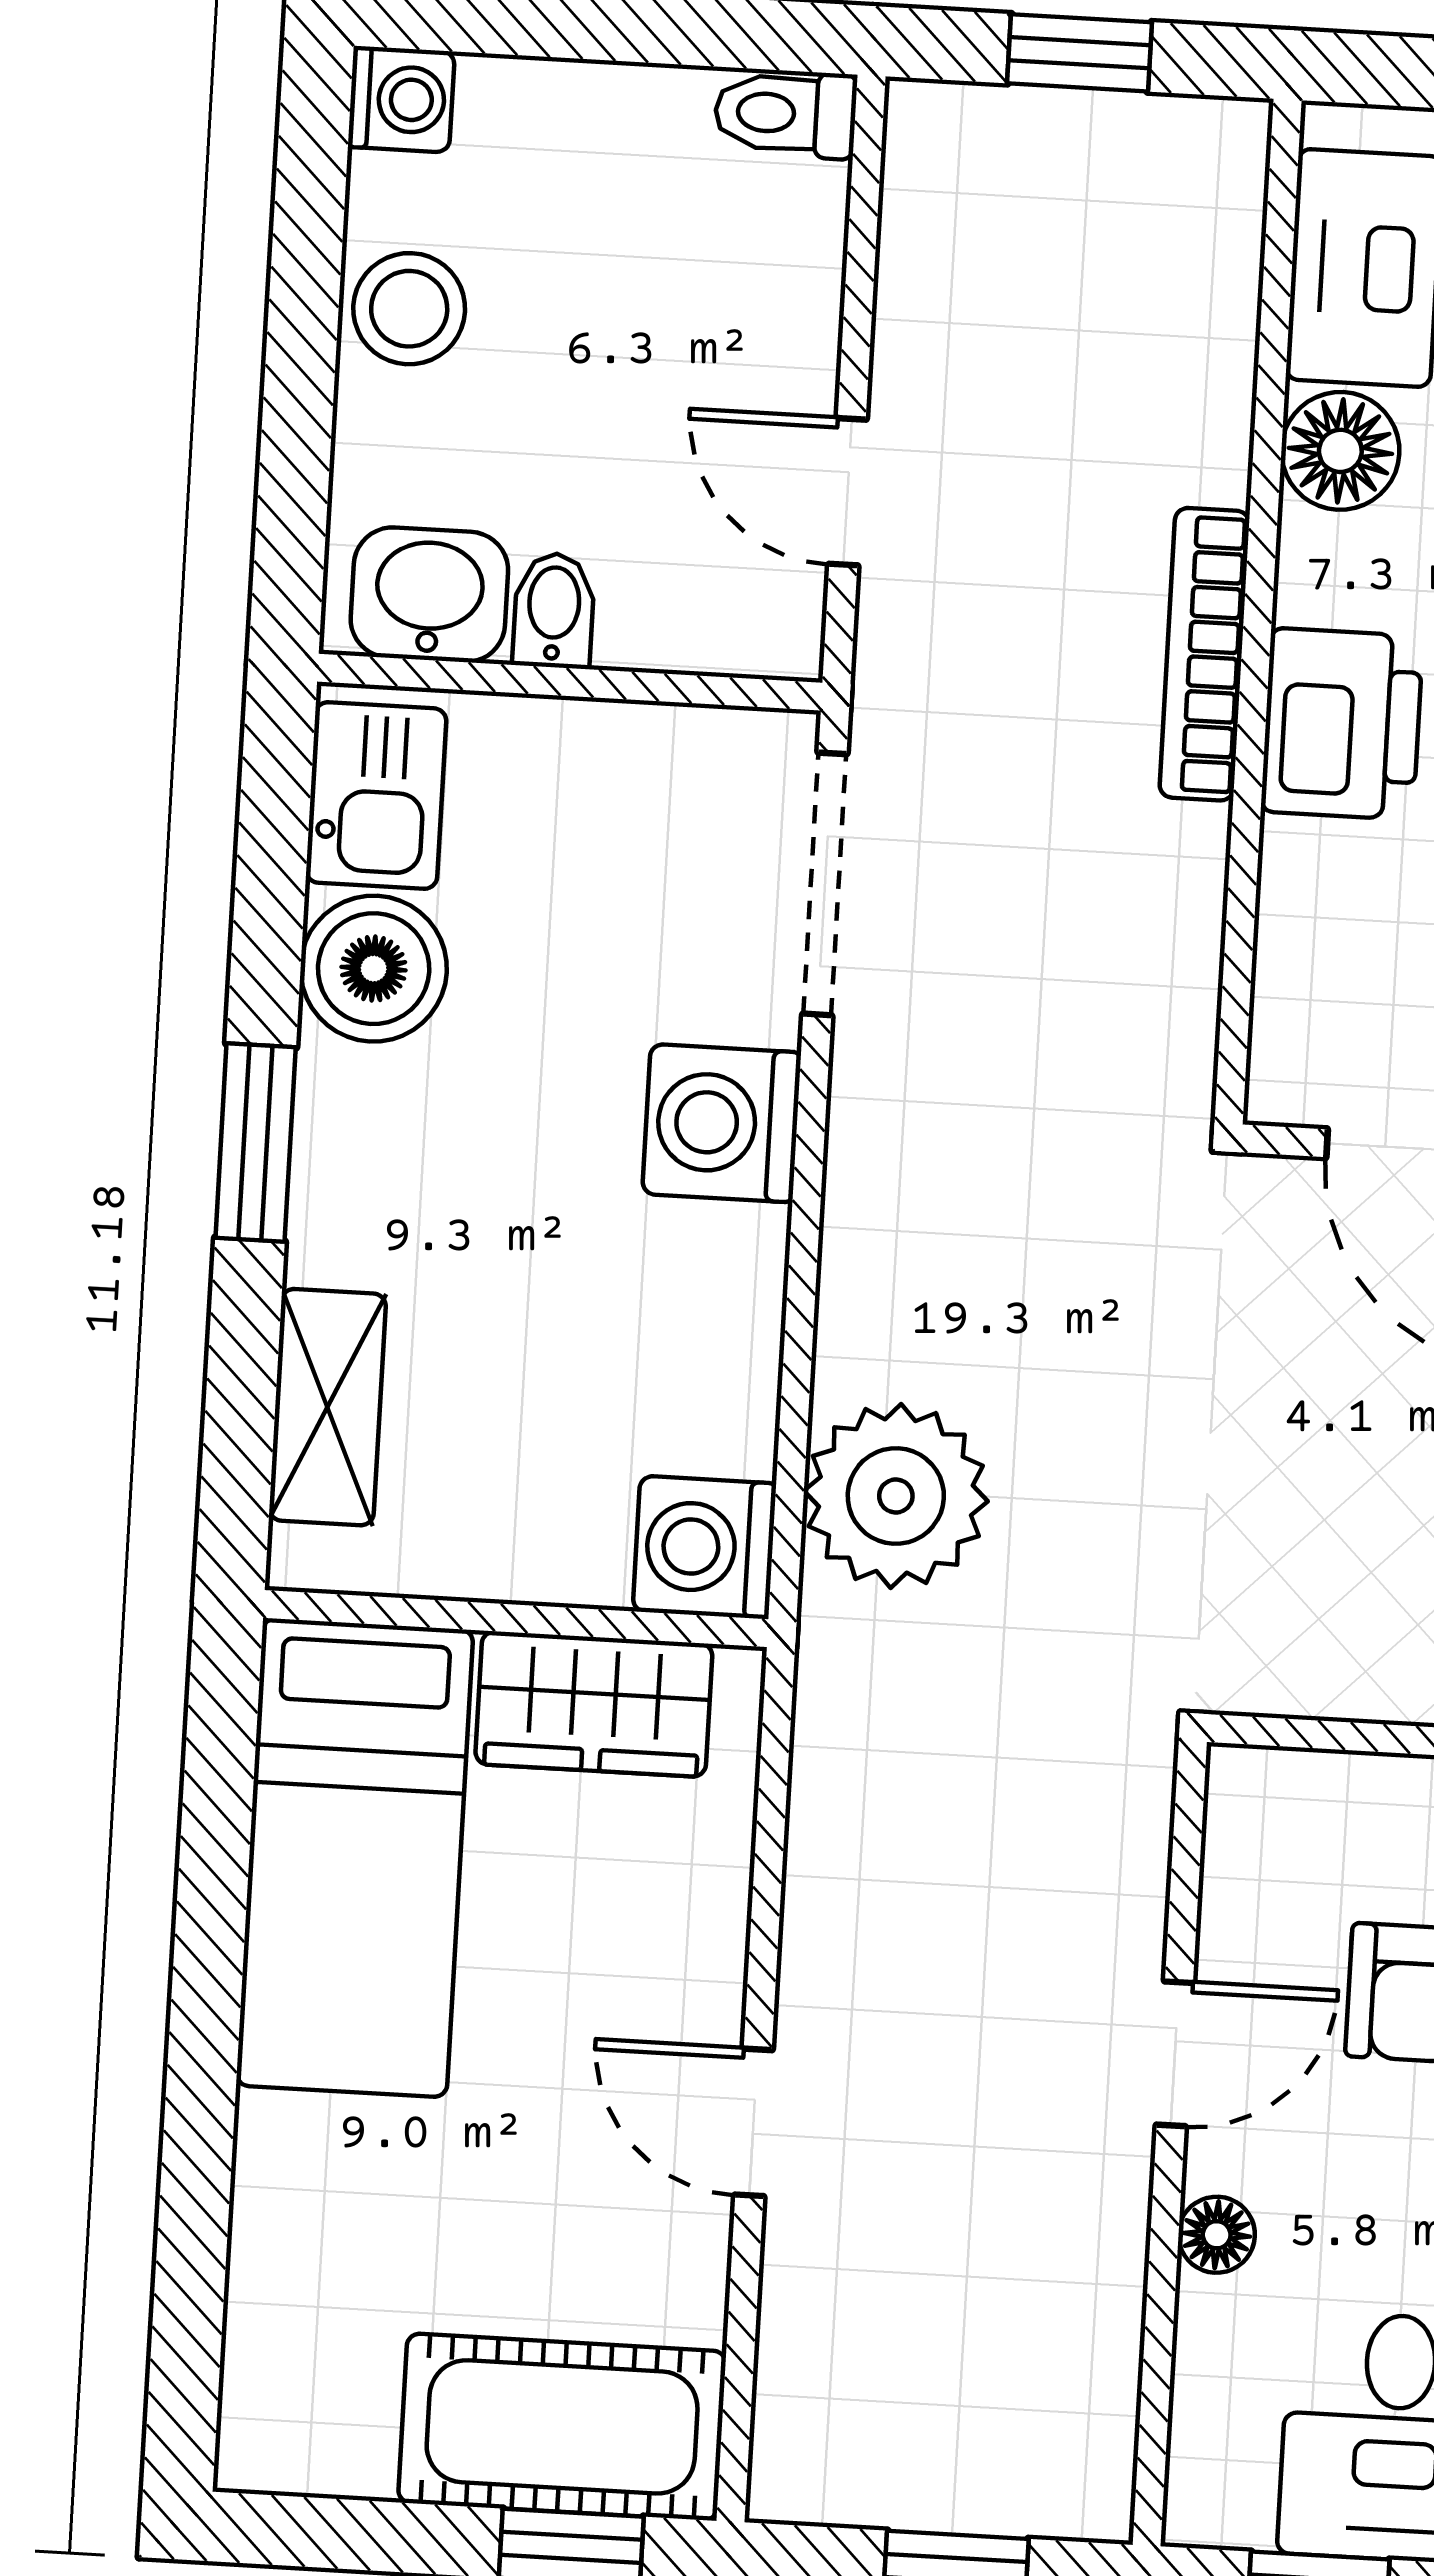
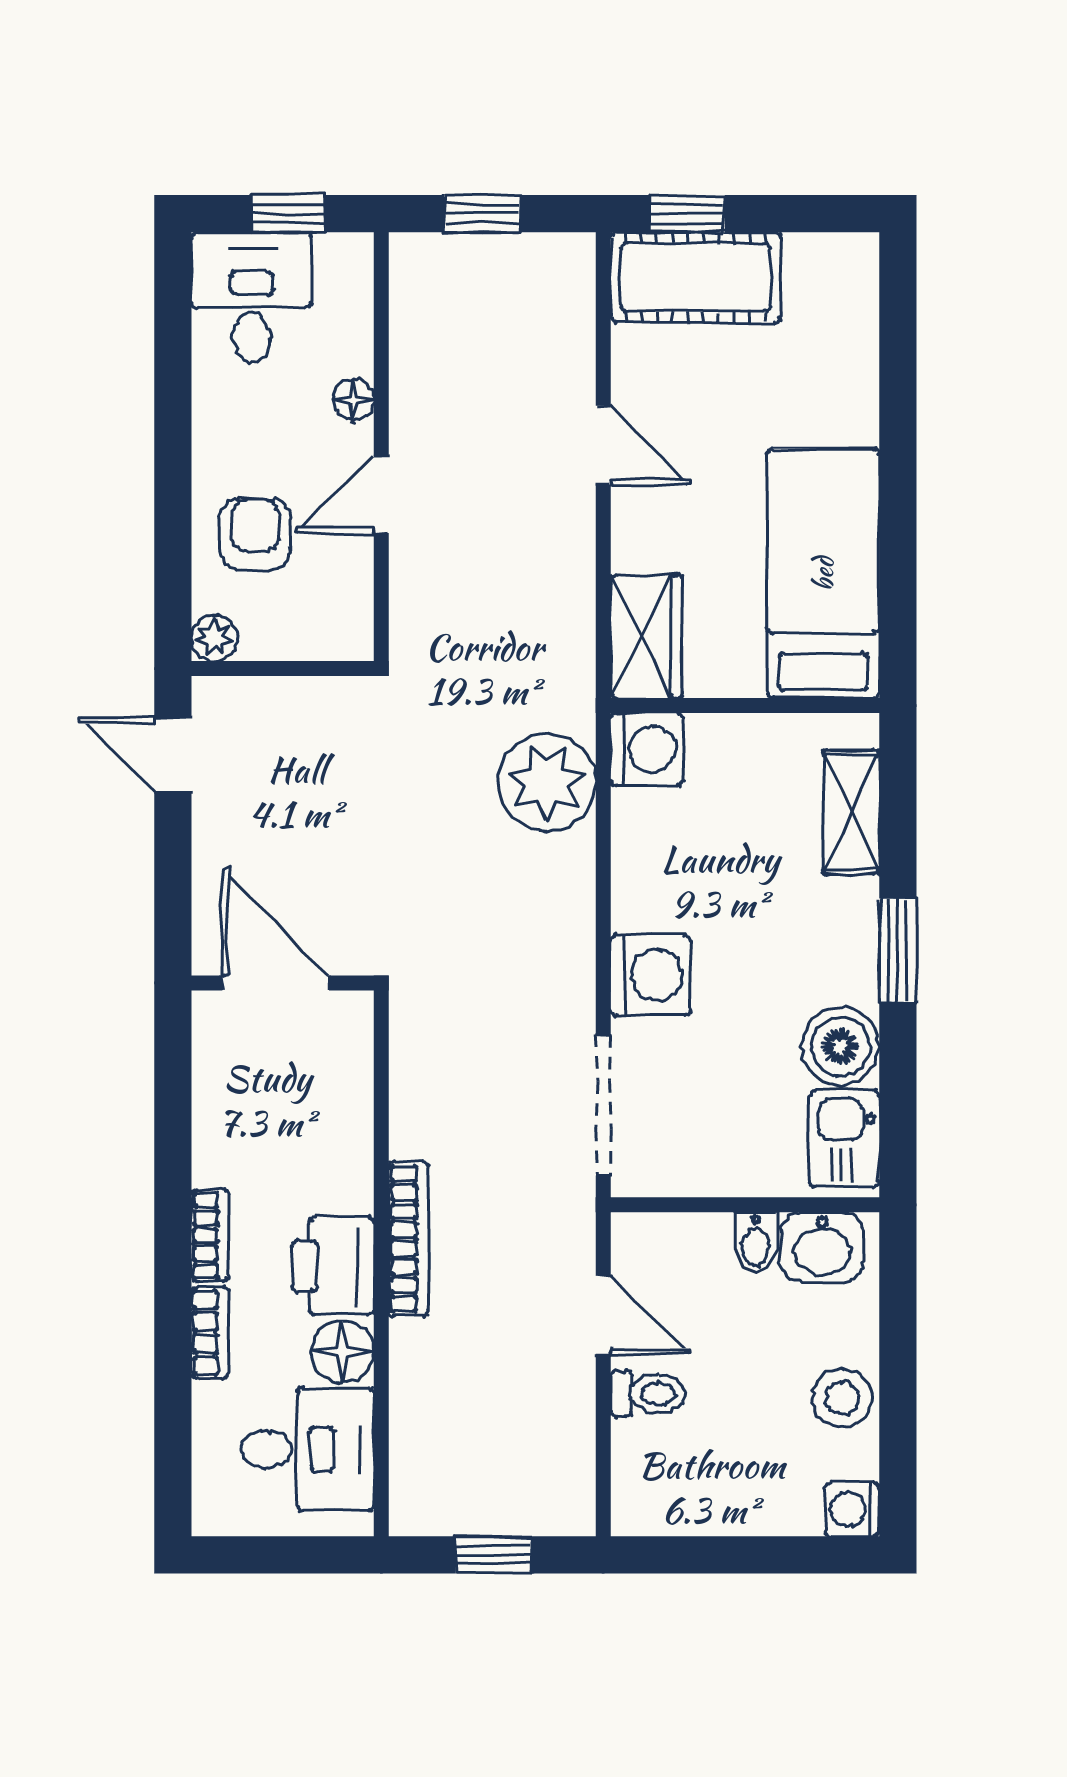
toilet: (786, 114) -> (648, 1394), moved
printer: (1342, 724) -> (333, 1266), moved
wardrobe: (594, 1704) -> (646, 637), moved, turned 90

